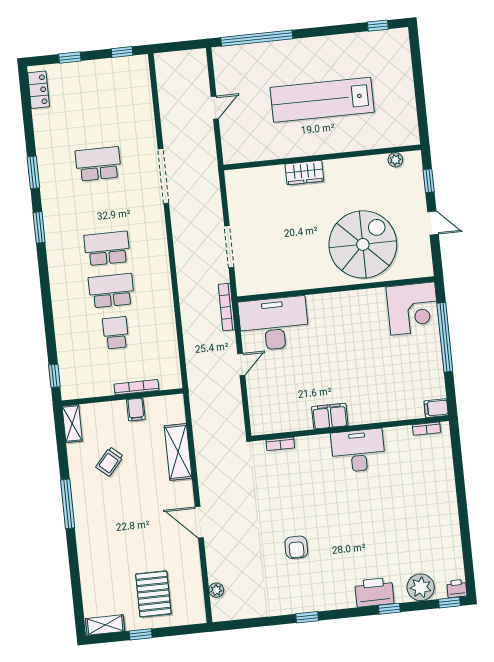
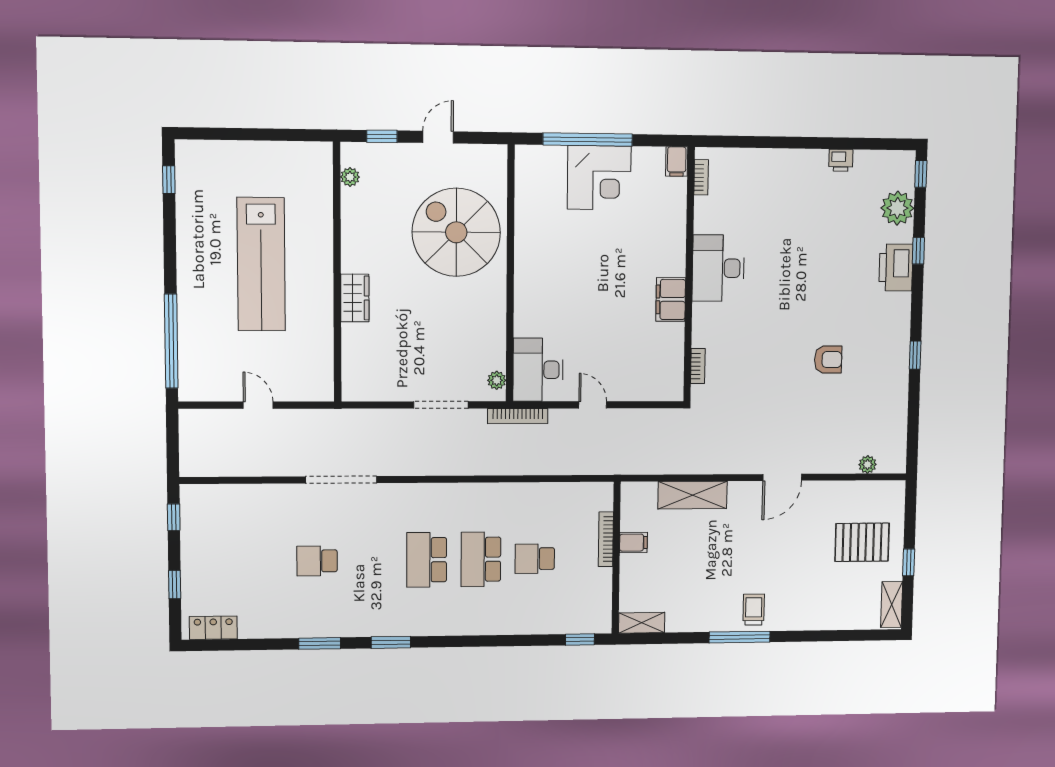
school desk: (98, 164) -> (317, 561), width x0.54
plant: (253, 288) -> (497, 380), added
corner desk: (413, 309) -> (599, 178), moved, turned 90
desk: (274, 324) -> (538, 370), width x0.73, depth x0.77
trolley: (110, 462) -> (754, 610), moved, turned -131
printer: (457, 589) -> (841, 160), moved, turned -90

